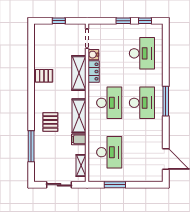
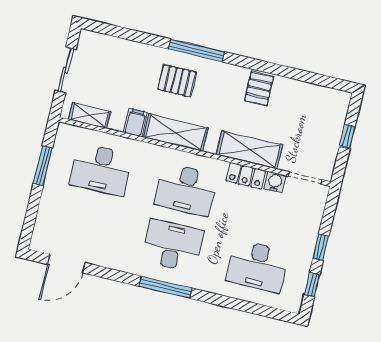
desk: (142, 103) -> (172, 246), turned 180
window: (31, 146) -> (196, 50), moved

